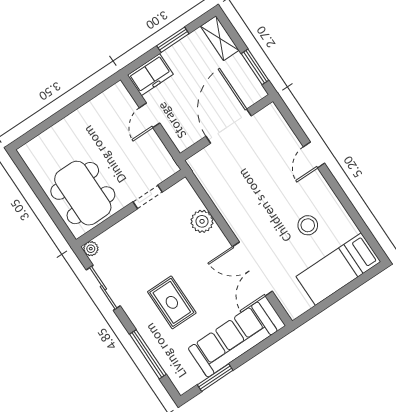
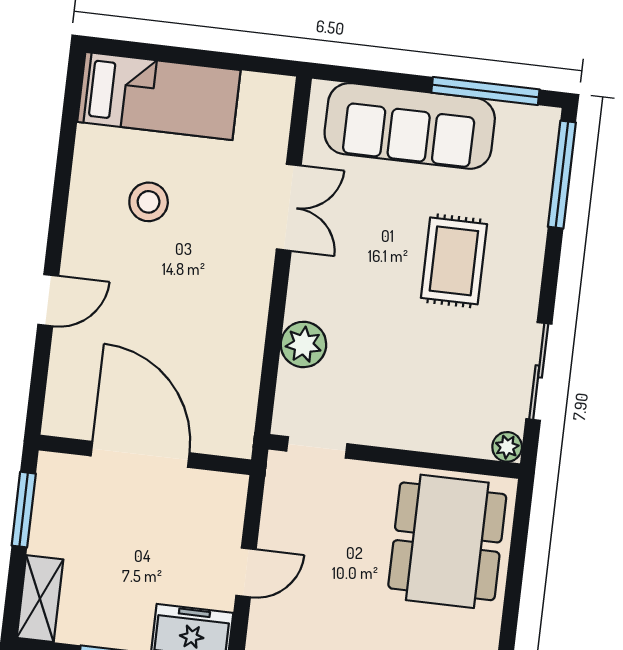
door: (229, 126) -> (140, 454), swing flipped
doorway: (148, 197) -> (317, 447), moved
double door: (252, 269) -> (289, 207), width x0.73
window: (148, 354) -> (562, 175), moved
window: (215, 378) -> (485, 91), width x1.44

